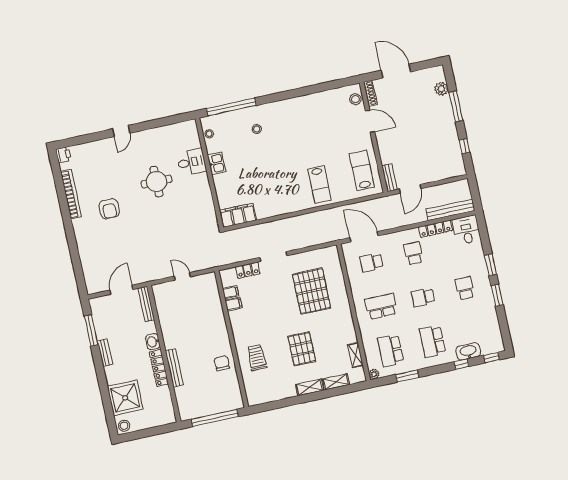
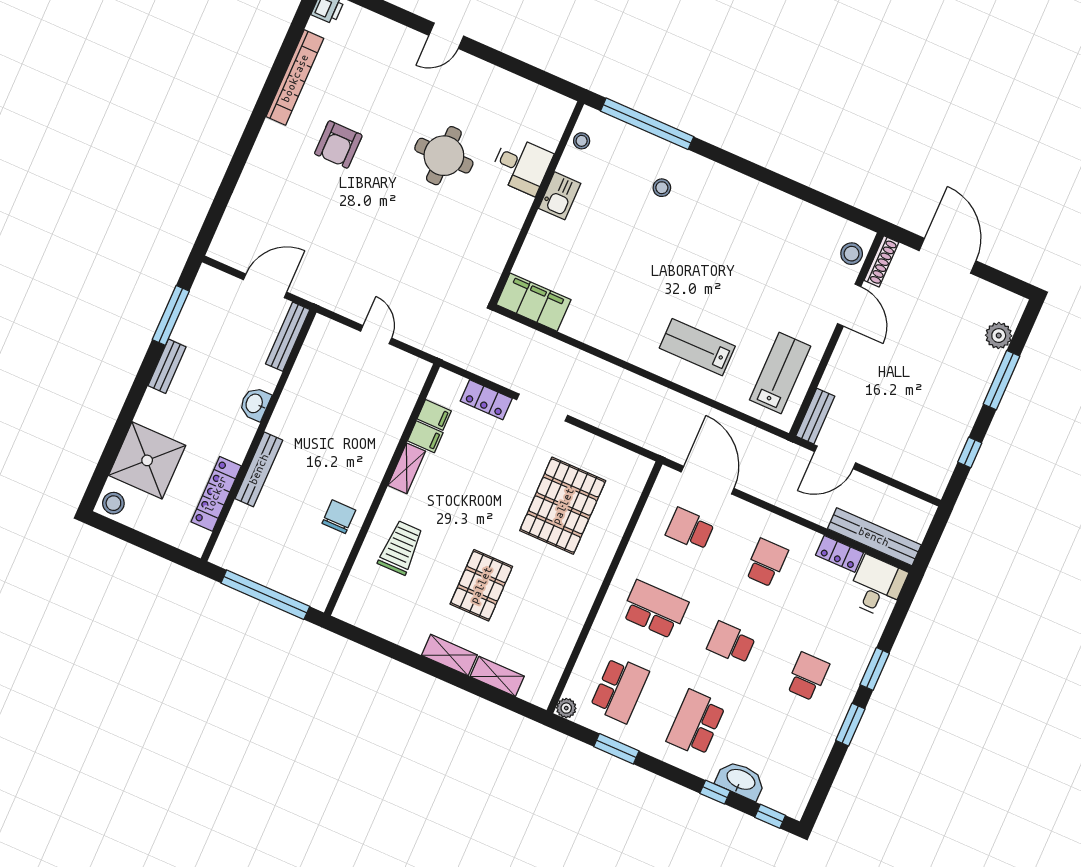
lab bench: (320, 185) -> (697, 347), turned 90
locker: (435, 229) -> (839, 554), width x0.66
school desk: (391, 350) -> (620, 690), turned 180
shelving: (355, 355) -> (407, 468), moved
locker: (159, 368) -> (216, 494), moved

